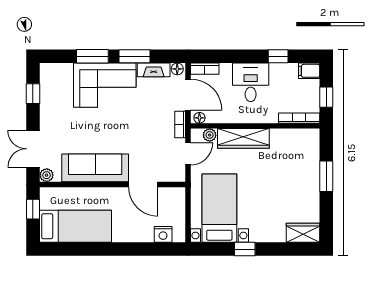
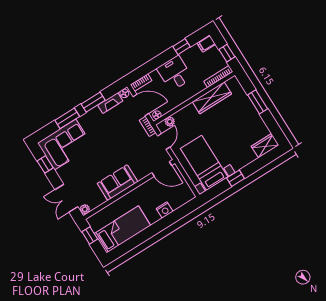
corner sofa: (105, 85) -> (65, 144), moved
wardrobe: (243, 138) -> (212, 98), moved
sofa: (95, 168) -> (117, 183), width x0.73
door: (143, 185) -> (162, 169), moved
nightstand: (163, 234) -> (165, 210), moved

